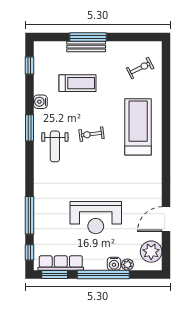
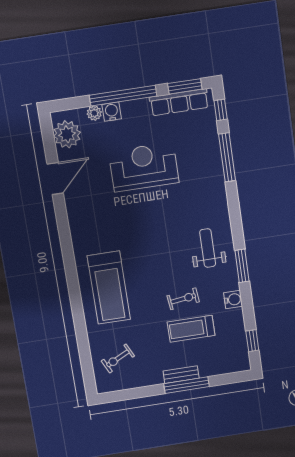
bench: (86, 47) -> (181, 375), width x0.73
exercise bike: (91, 134) -> (183, 299), moved

